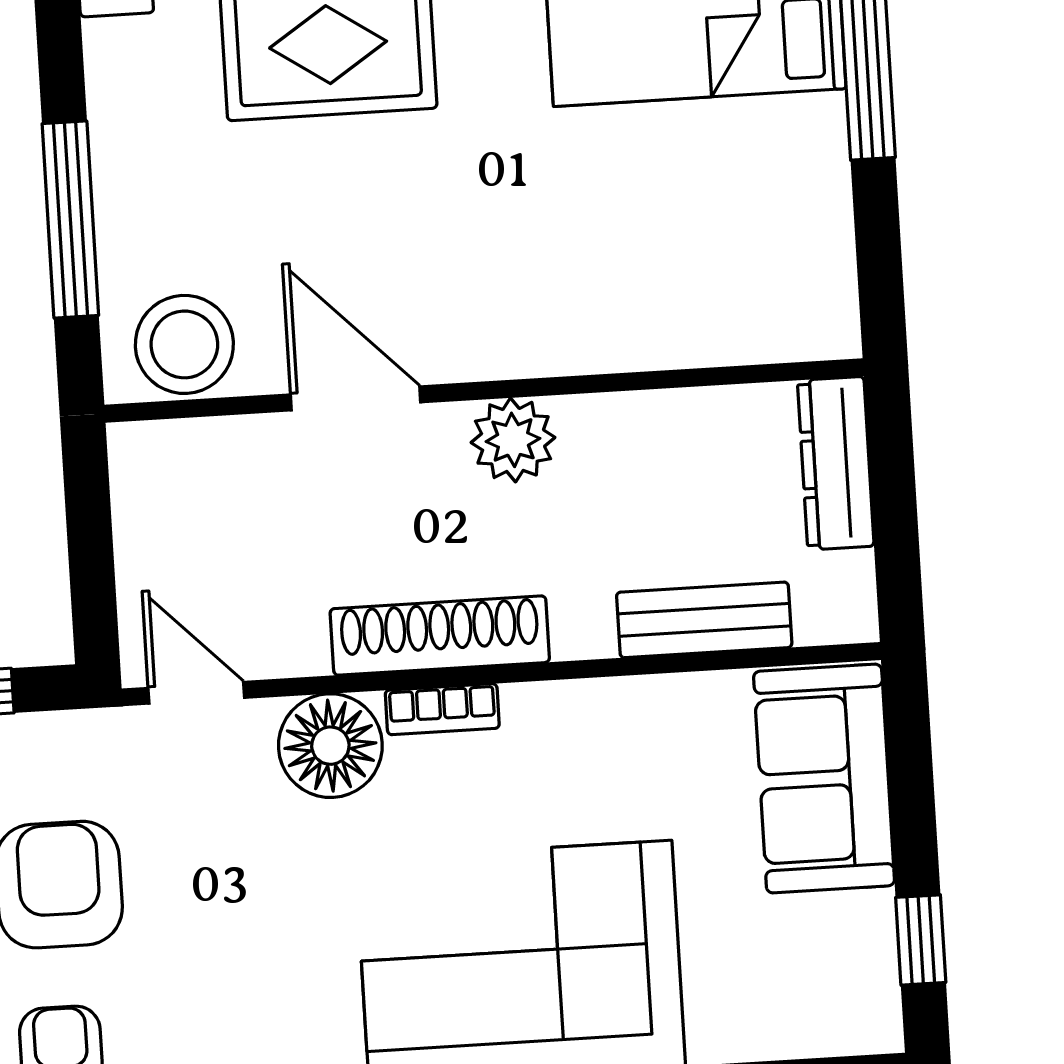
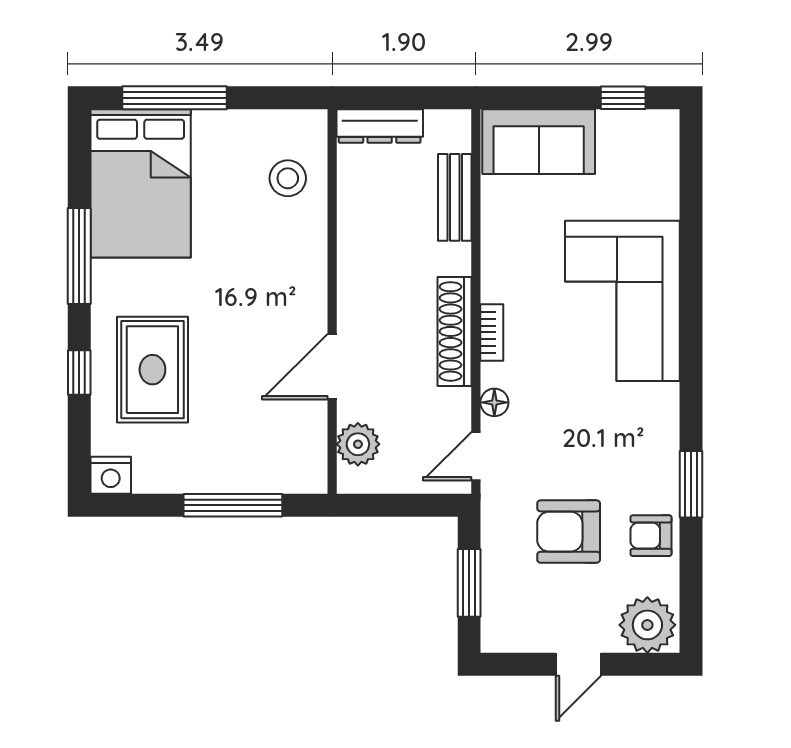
stool: (184, 344) -> (288, 178), moved, width x0.73, depth x0.73
plant: (513, 440) -> (358, 444), moved
floor lamp: (330, 746) -> (494, 402), width x0.53, depth x0.53

